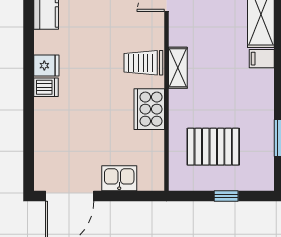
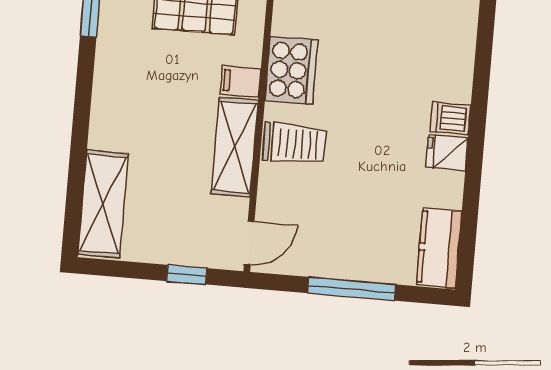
filing cabinet: (262, 59) -> (240, 81), moved, turned 180
shelving: (178, 68) -> (235, 147), width x1.50, depth x1.33

